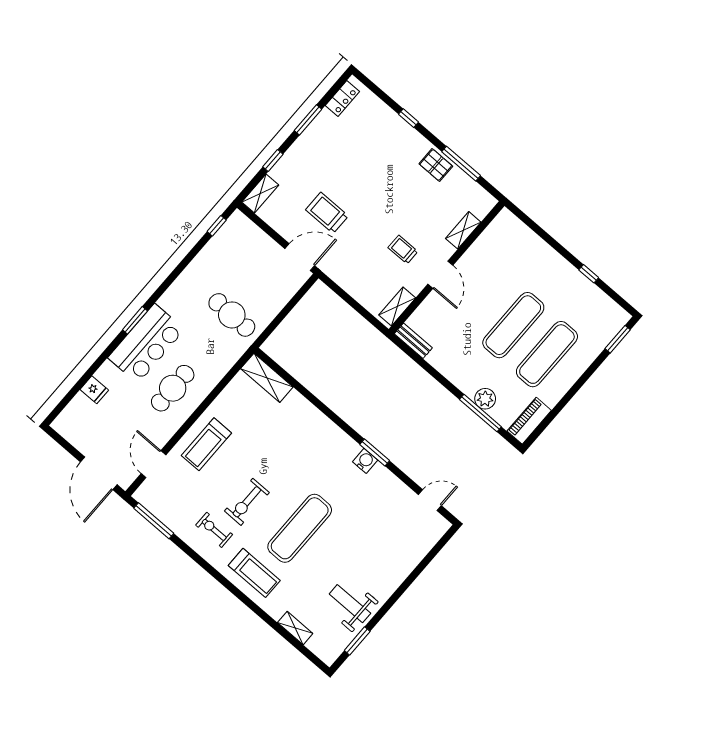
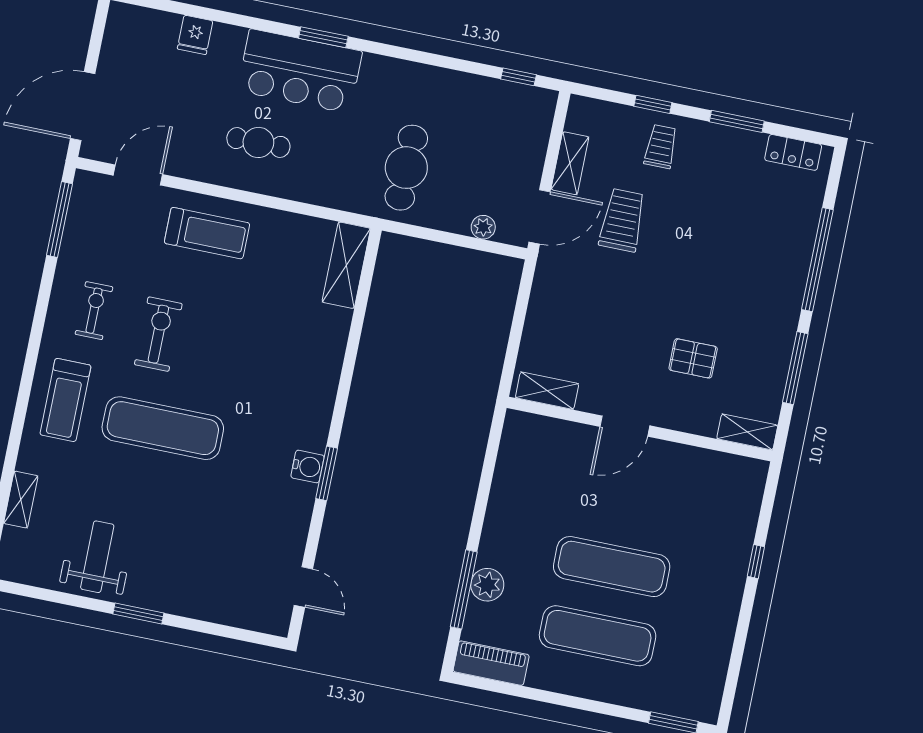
window: (409, 118) -> (817, 260), width x3.17
pallet: (436, 165) -> (693, 358), moved, turned 90
shelving: (260, 194) -> (570, 163), moved, turned 90
shelving: (463, 230) -> (747, 432), moved
trolley: (403, 250) -> (661, 147), moved
door: (300, 257) -> (540, 217), hinge flipped
window: (589, 274) -> (756, 562), moved
plant: (288, 291) -> (483, 227), added
bench: (413, 341) -> (512, 440), removed
cafe table: (173, 388) -> (258, 142), width x0.73, depth x0.74
treadmill: (206, 444) -> (207, 233), turned 180
exercise bike: (247, 502) -> (158, 334), turned 90
window: (357, 641) -> (138, 614), moved

